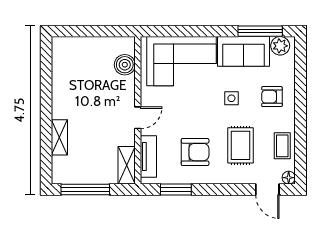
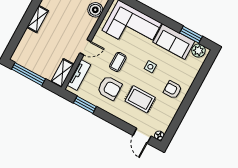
window: (260, 31) -> (191, 35), width x0.69
armchair: (272, 97) -> (173, 90), moved
shelving: (59, 137) -> (38, 19), moved
rug: (241, 145) -> (140, 99), turned 90
coffee table: (282, 146) -> (118, 62), moved

